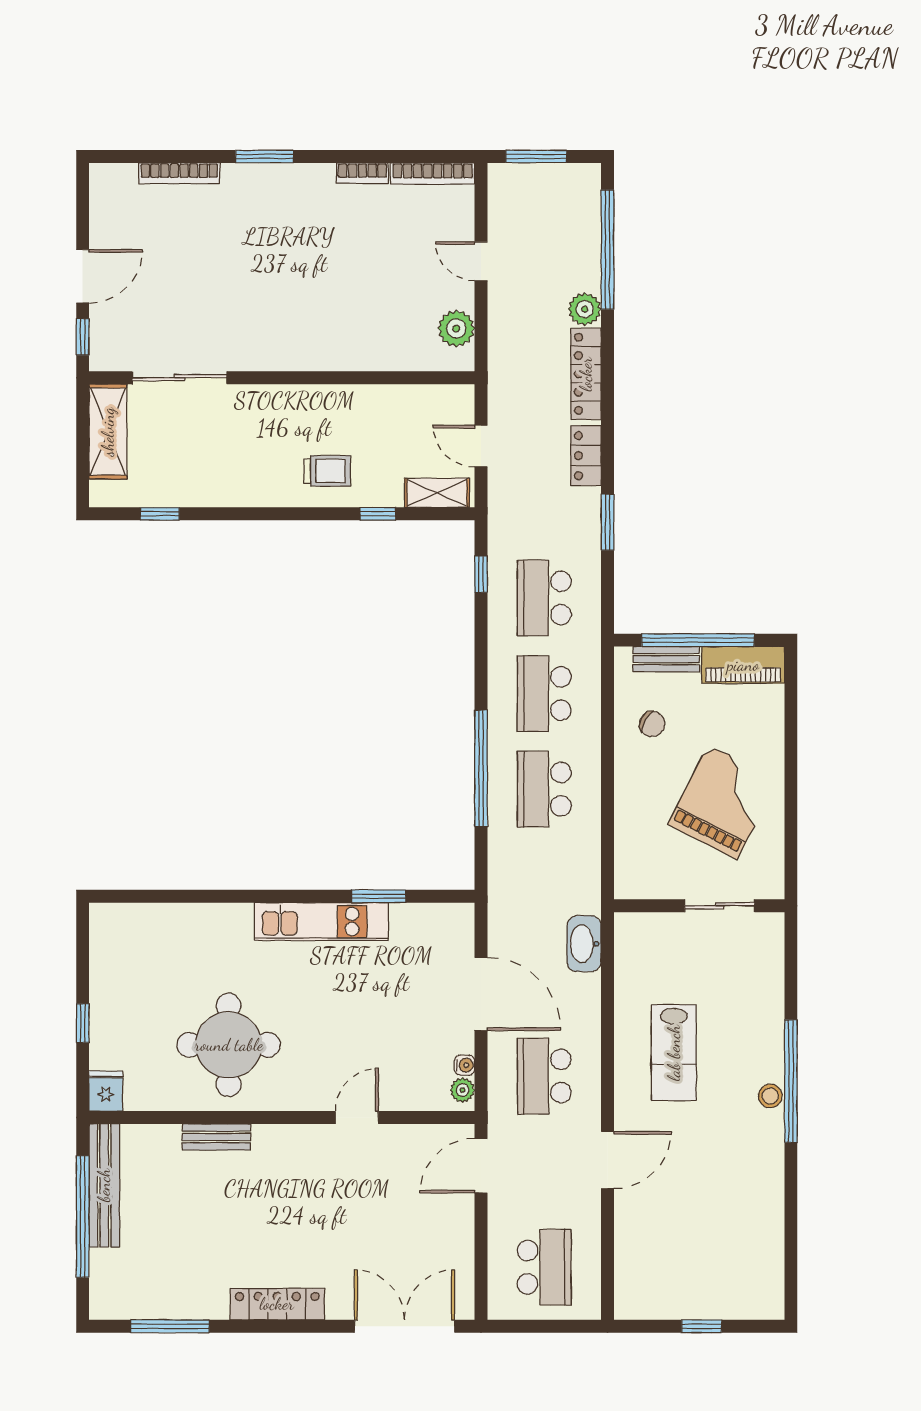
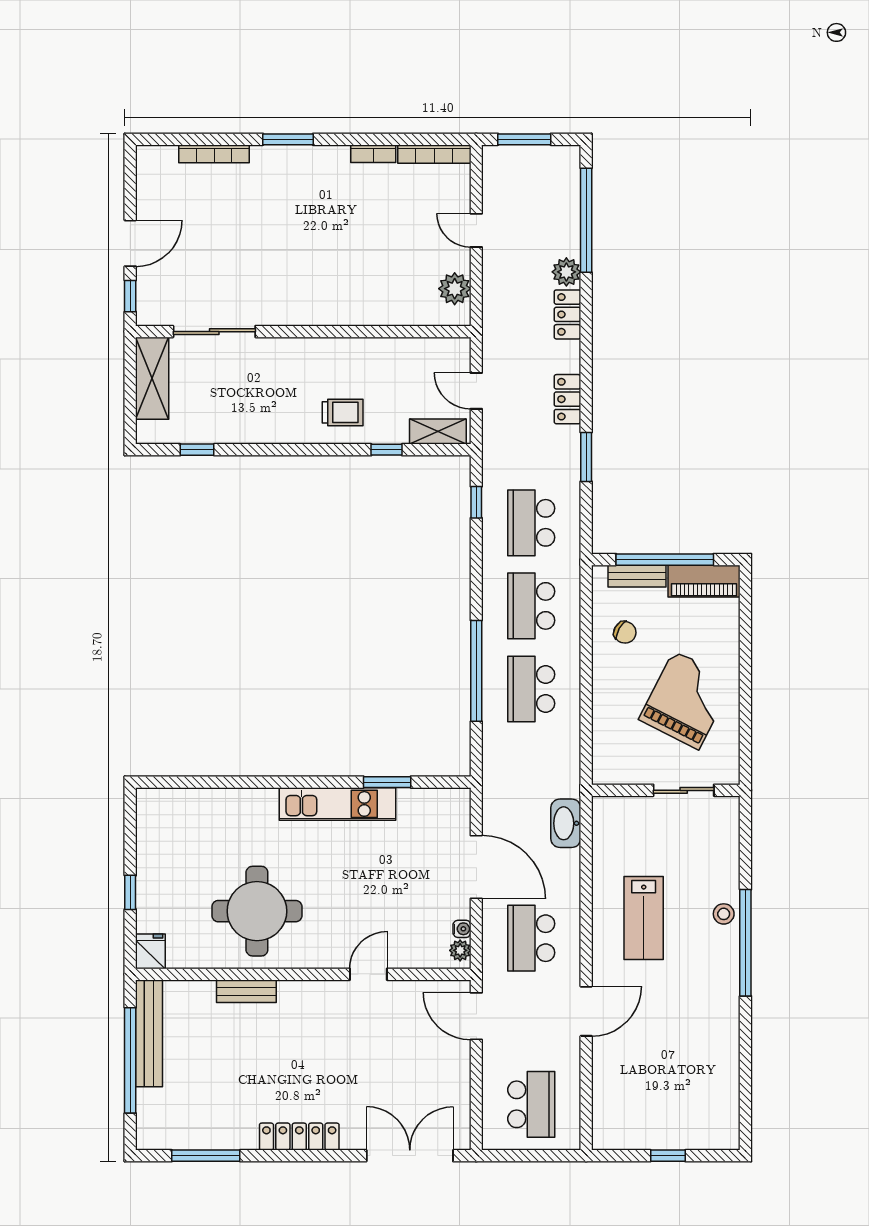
locker: (586, 374) -> (567, 314), width x0.66
stool: (770, 1096) -> (724, 914), moved
door: (481, 1166) -> (476, 1016), hinge flipped

